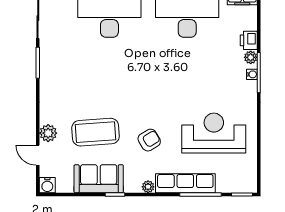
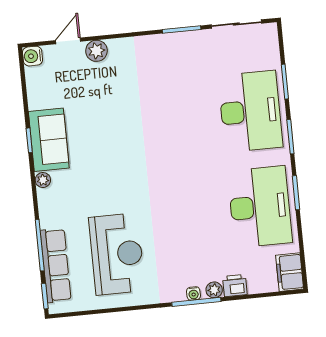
coffee table: (96, 132) -> (103, 109), removed
armchair: (149, 140) -> (100, 176), removed
sofa: (99, 179) -> (49, 140), moved
row of seats: (185, 183) -> (56, 265), moved

